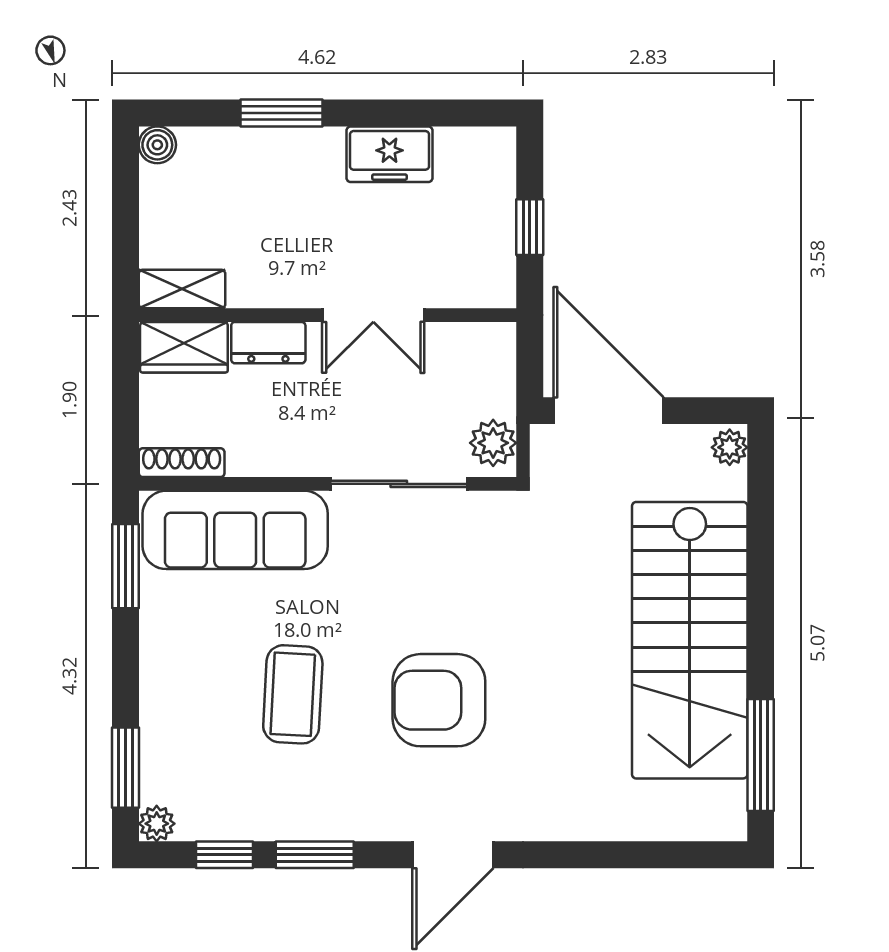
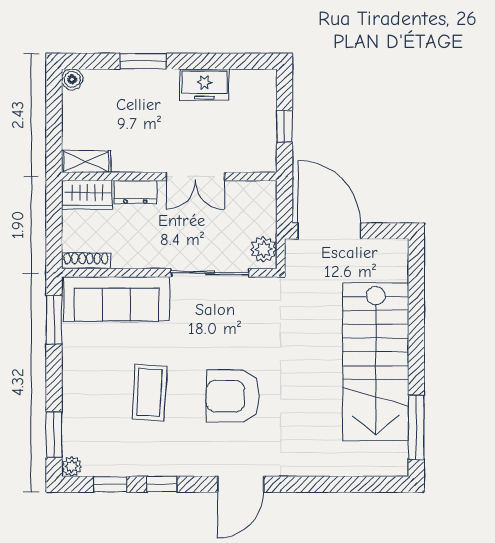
plant: (730, 447) -> (398, 252), removed
window: (315, 855) -> (162, 484), width x0.67

